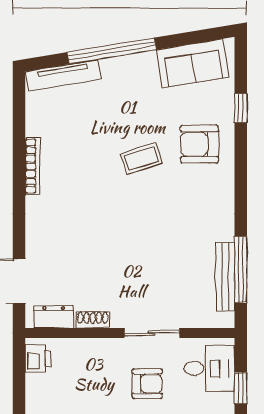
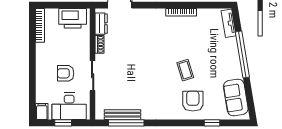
tv unit: (64, 75) -> (229, 23), width x0.71
printer: (38, 358) -> (73, 18), width x1.87, depth x1.48
desk: (209, 368) -> (69, 106), width x1.37
armchair: (147, 384) -> (66, 73), turned 90

